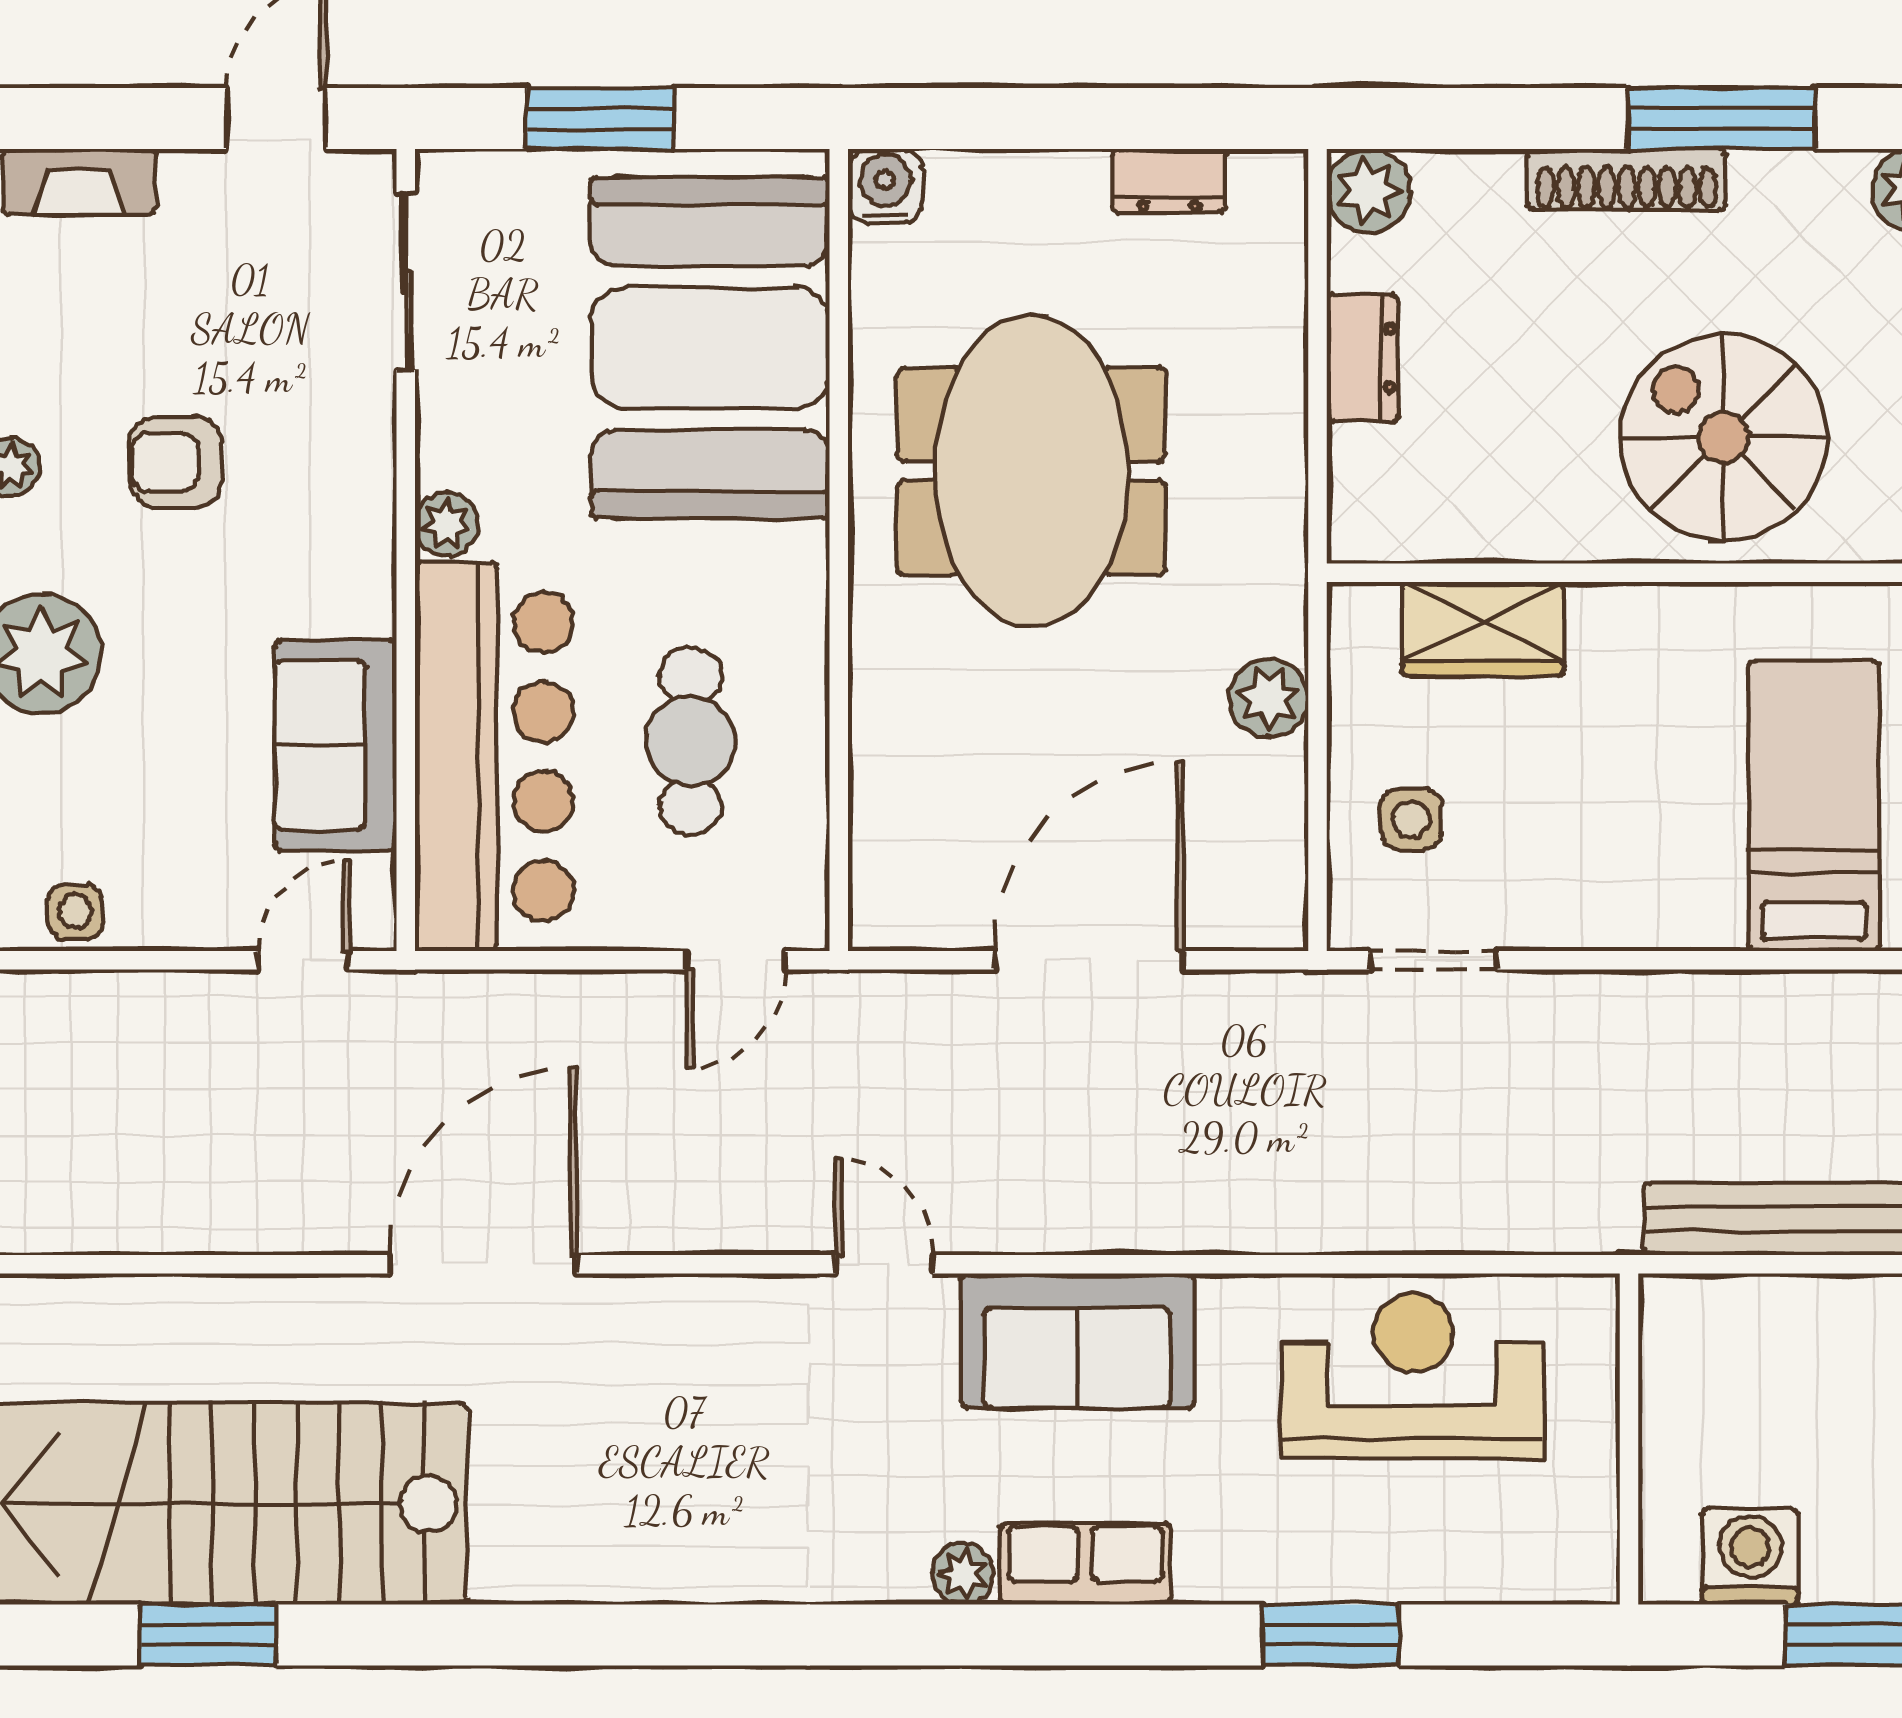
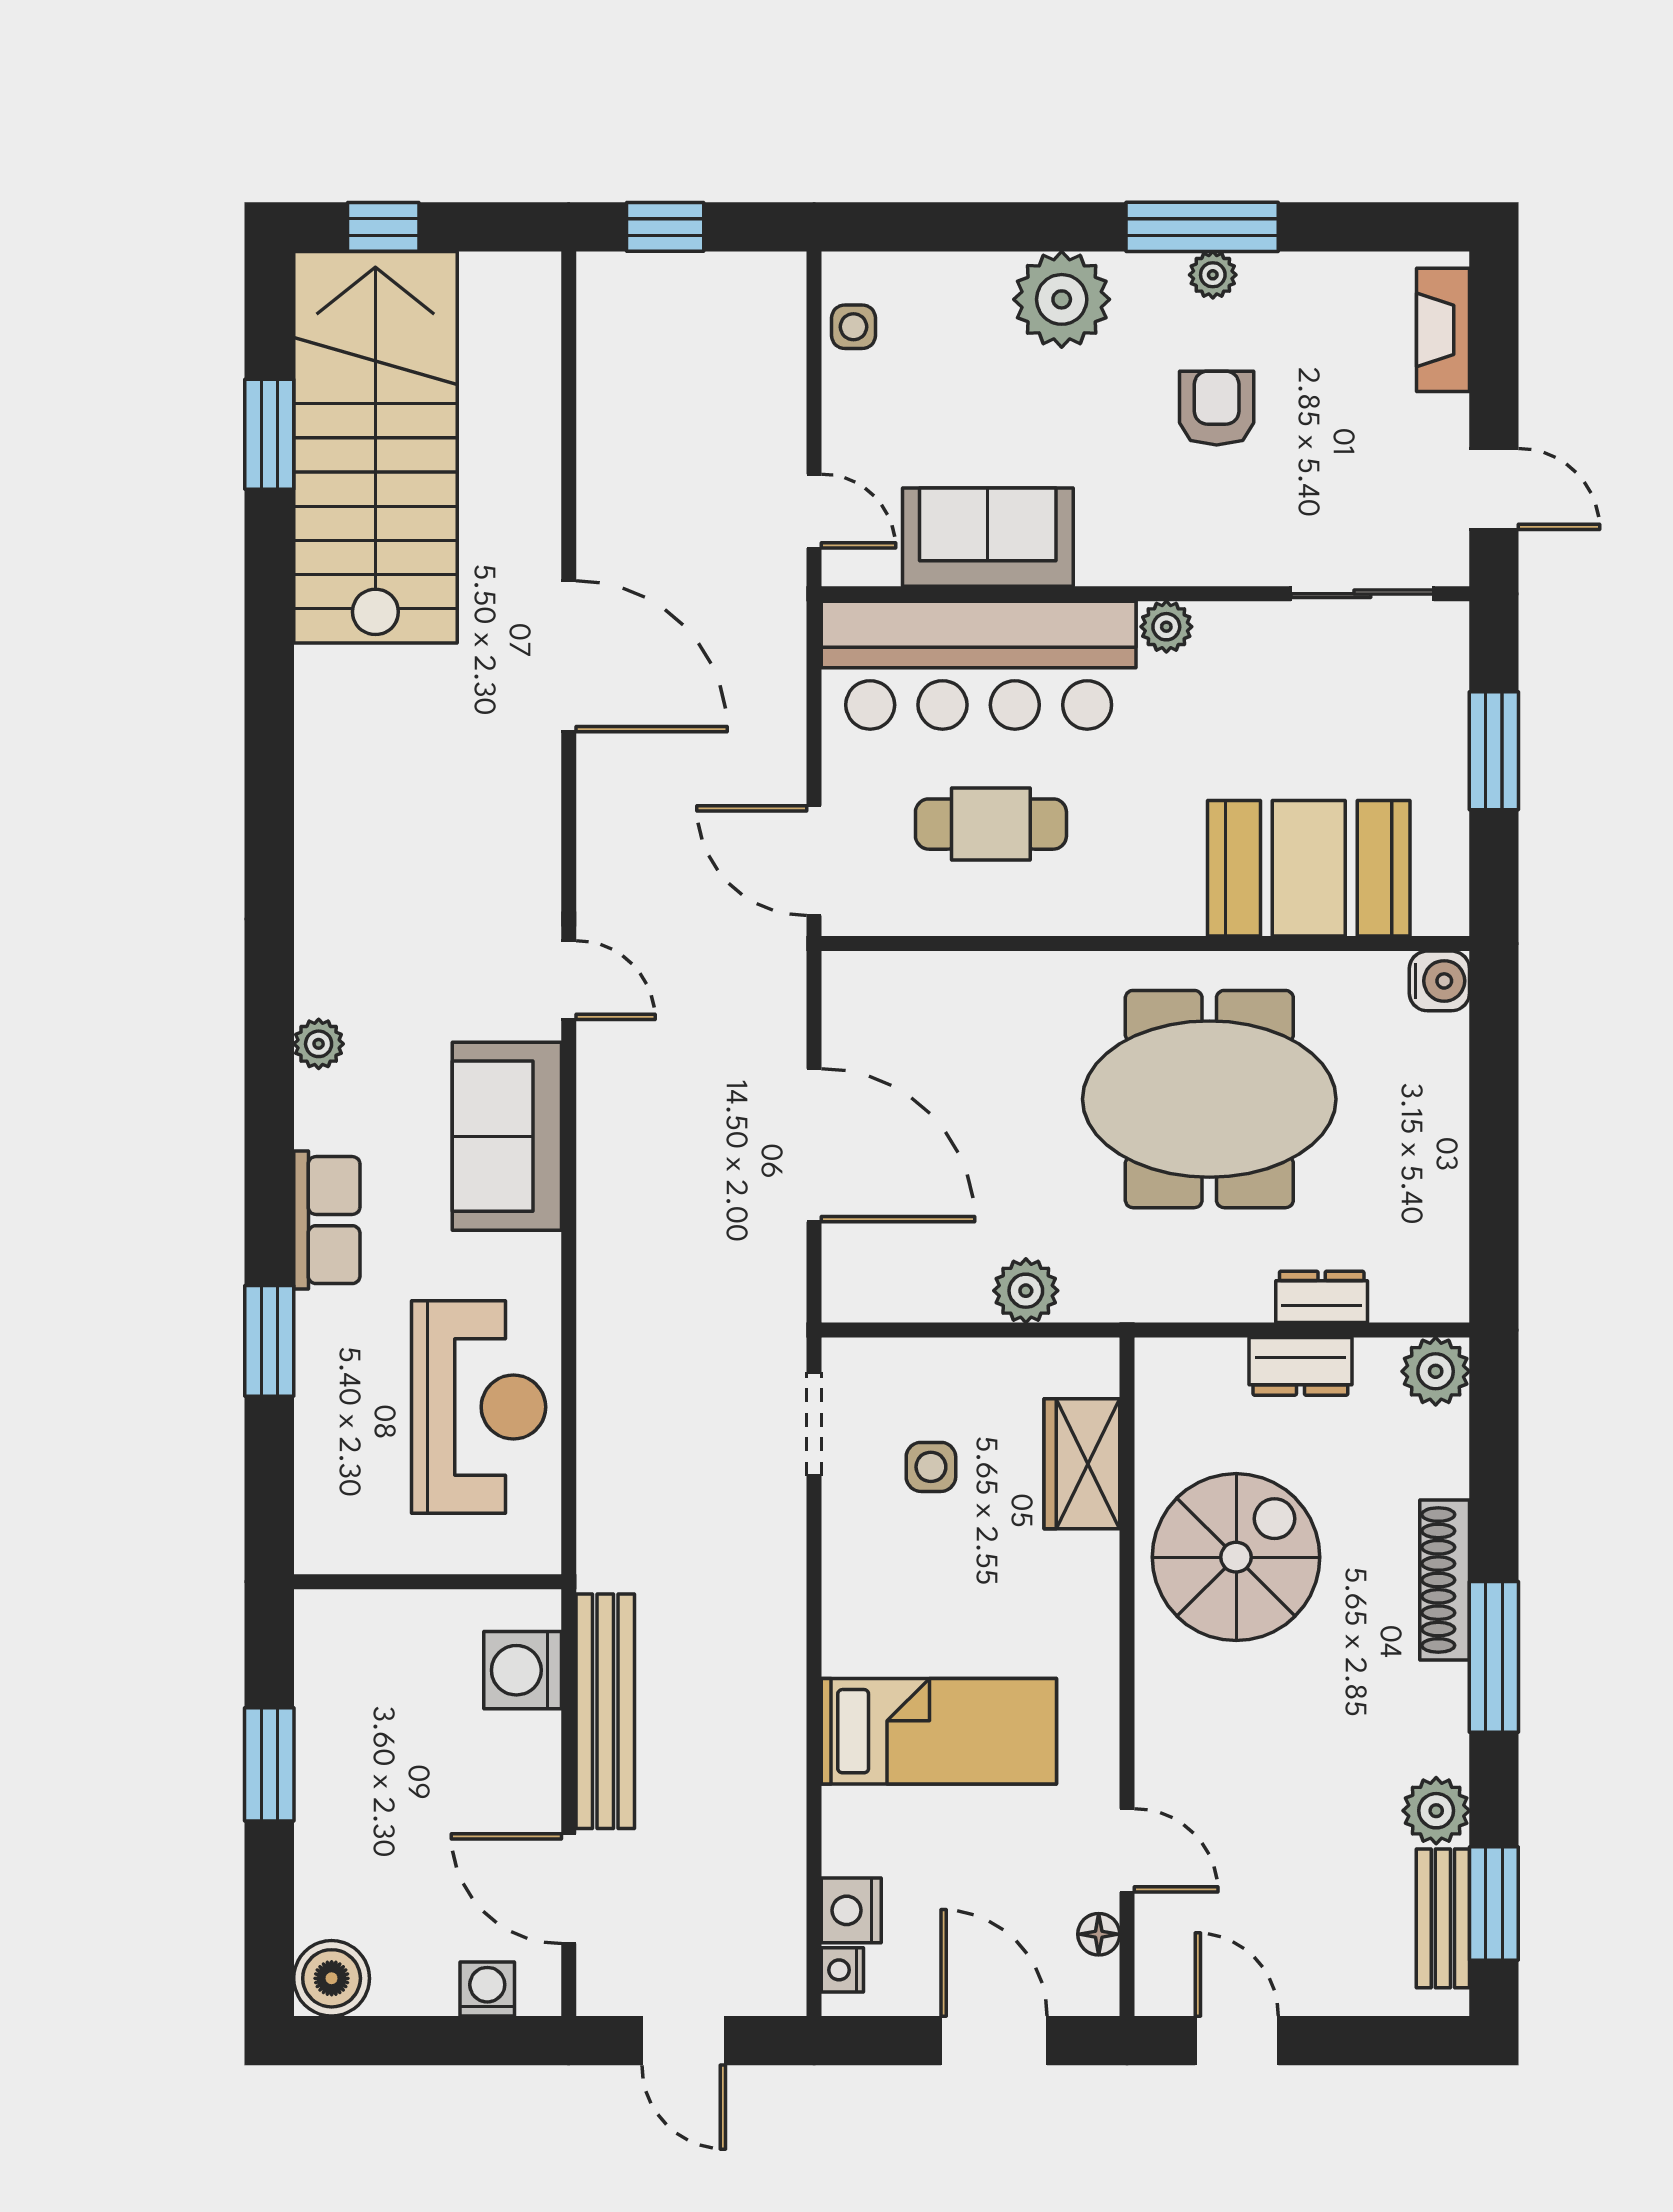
dresser: (1169, 181) -> (1322, 1297), moved, turned 90
booth: (710, 348) -> (1309, 868), width x0.73, depth x0.70
spiral stairs: (1723, 437) -> (1236, 1557), moved
side table: (1411, 819) -> (931, 1467), moved
door: (736, 960) -> (814, 861), width x1.38
door: (884, 1264) -> (569, 980), hinge flipped
washing machine: (1750, 1557) -> (523, 1670), moved, turned 180
row of seats: (1085, 1564) -> (327, 1220), moved

